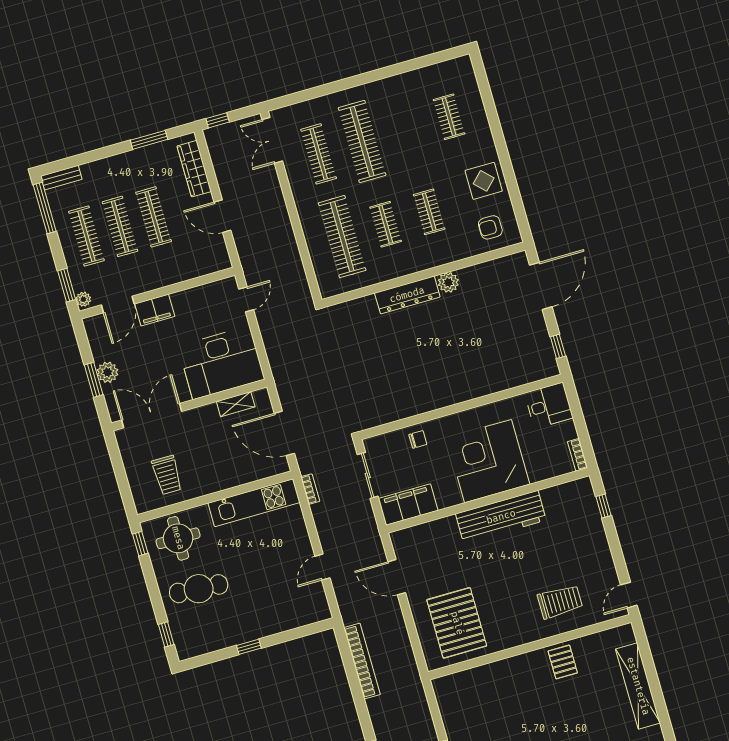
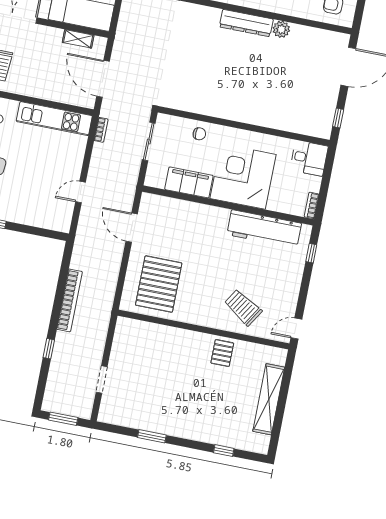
filing cabinet: (408, 504) -> (189, 182), moved
workbench: (501, 517) -> (264, 229), moved
trolley: (560, 602) -> (243, 307), turned -148
bookcase: (362, 661) -> (70, 300), moved

